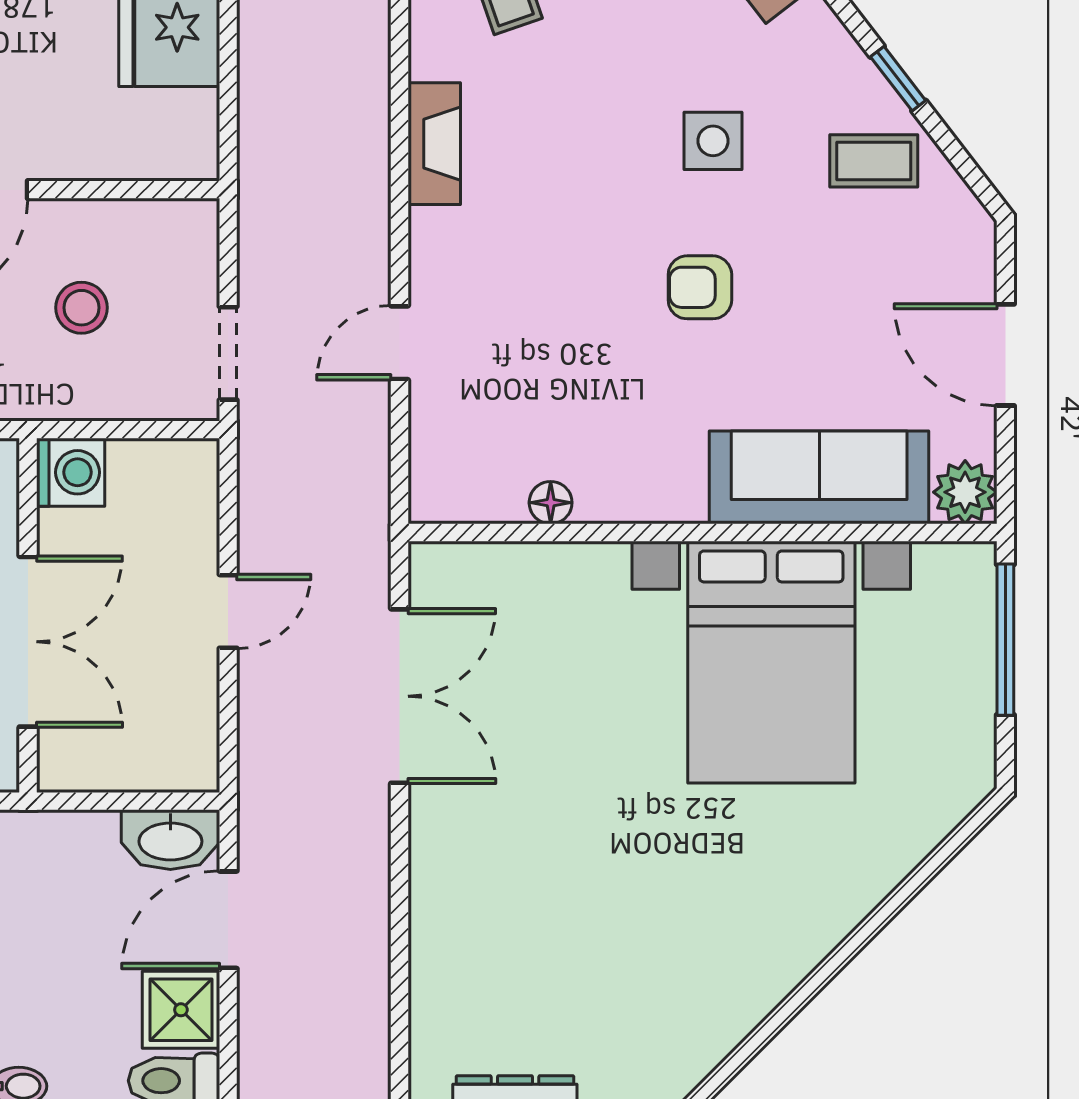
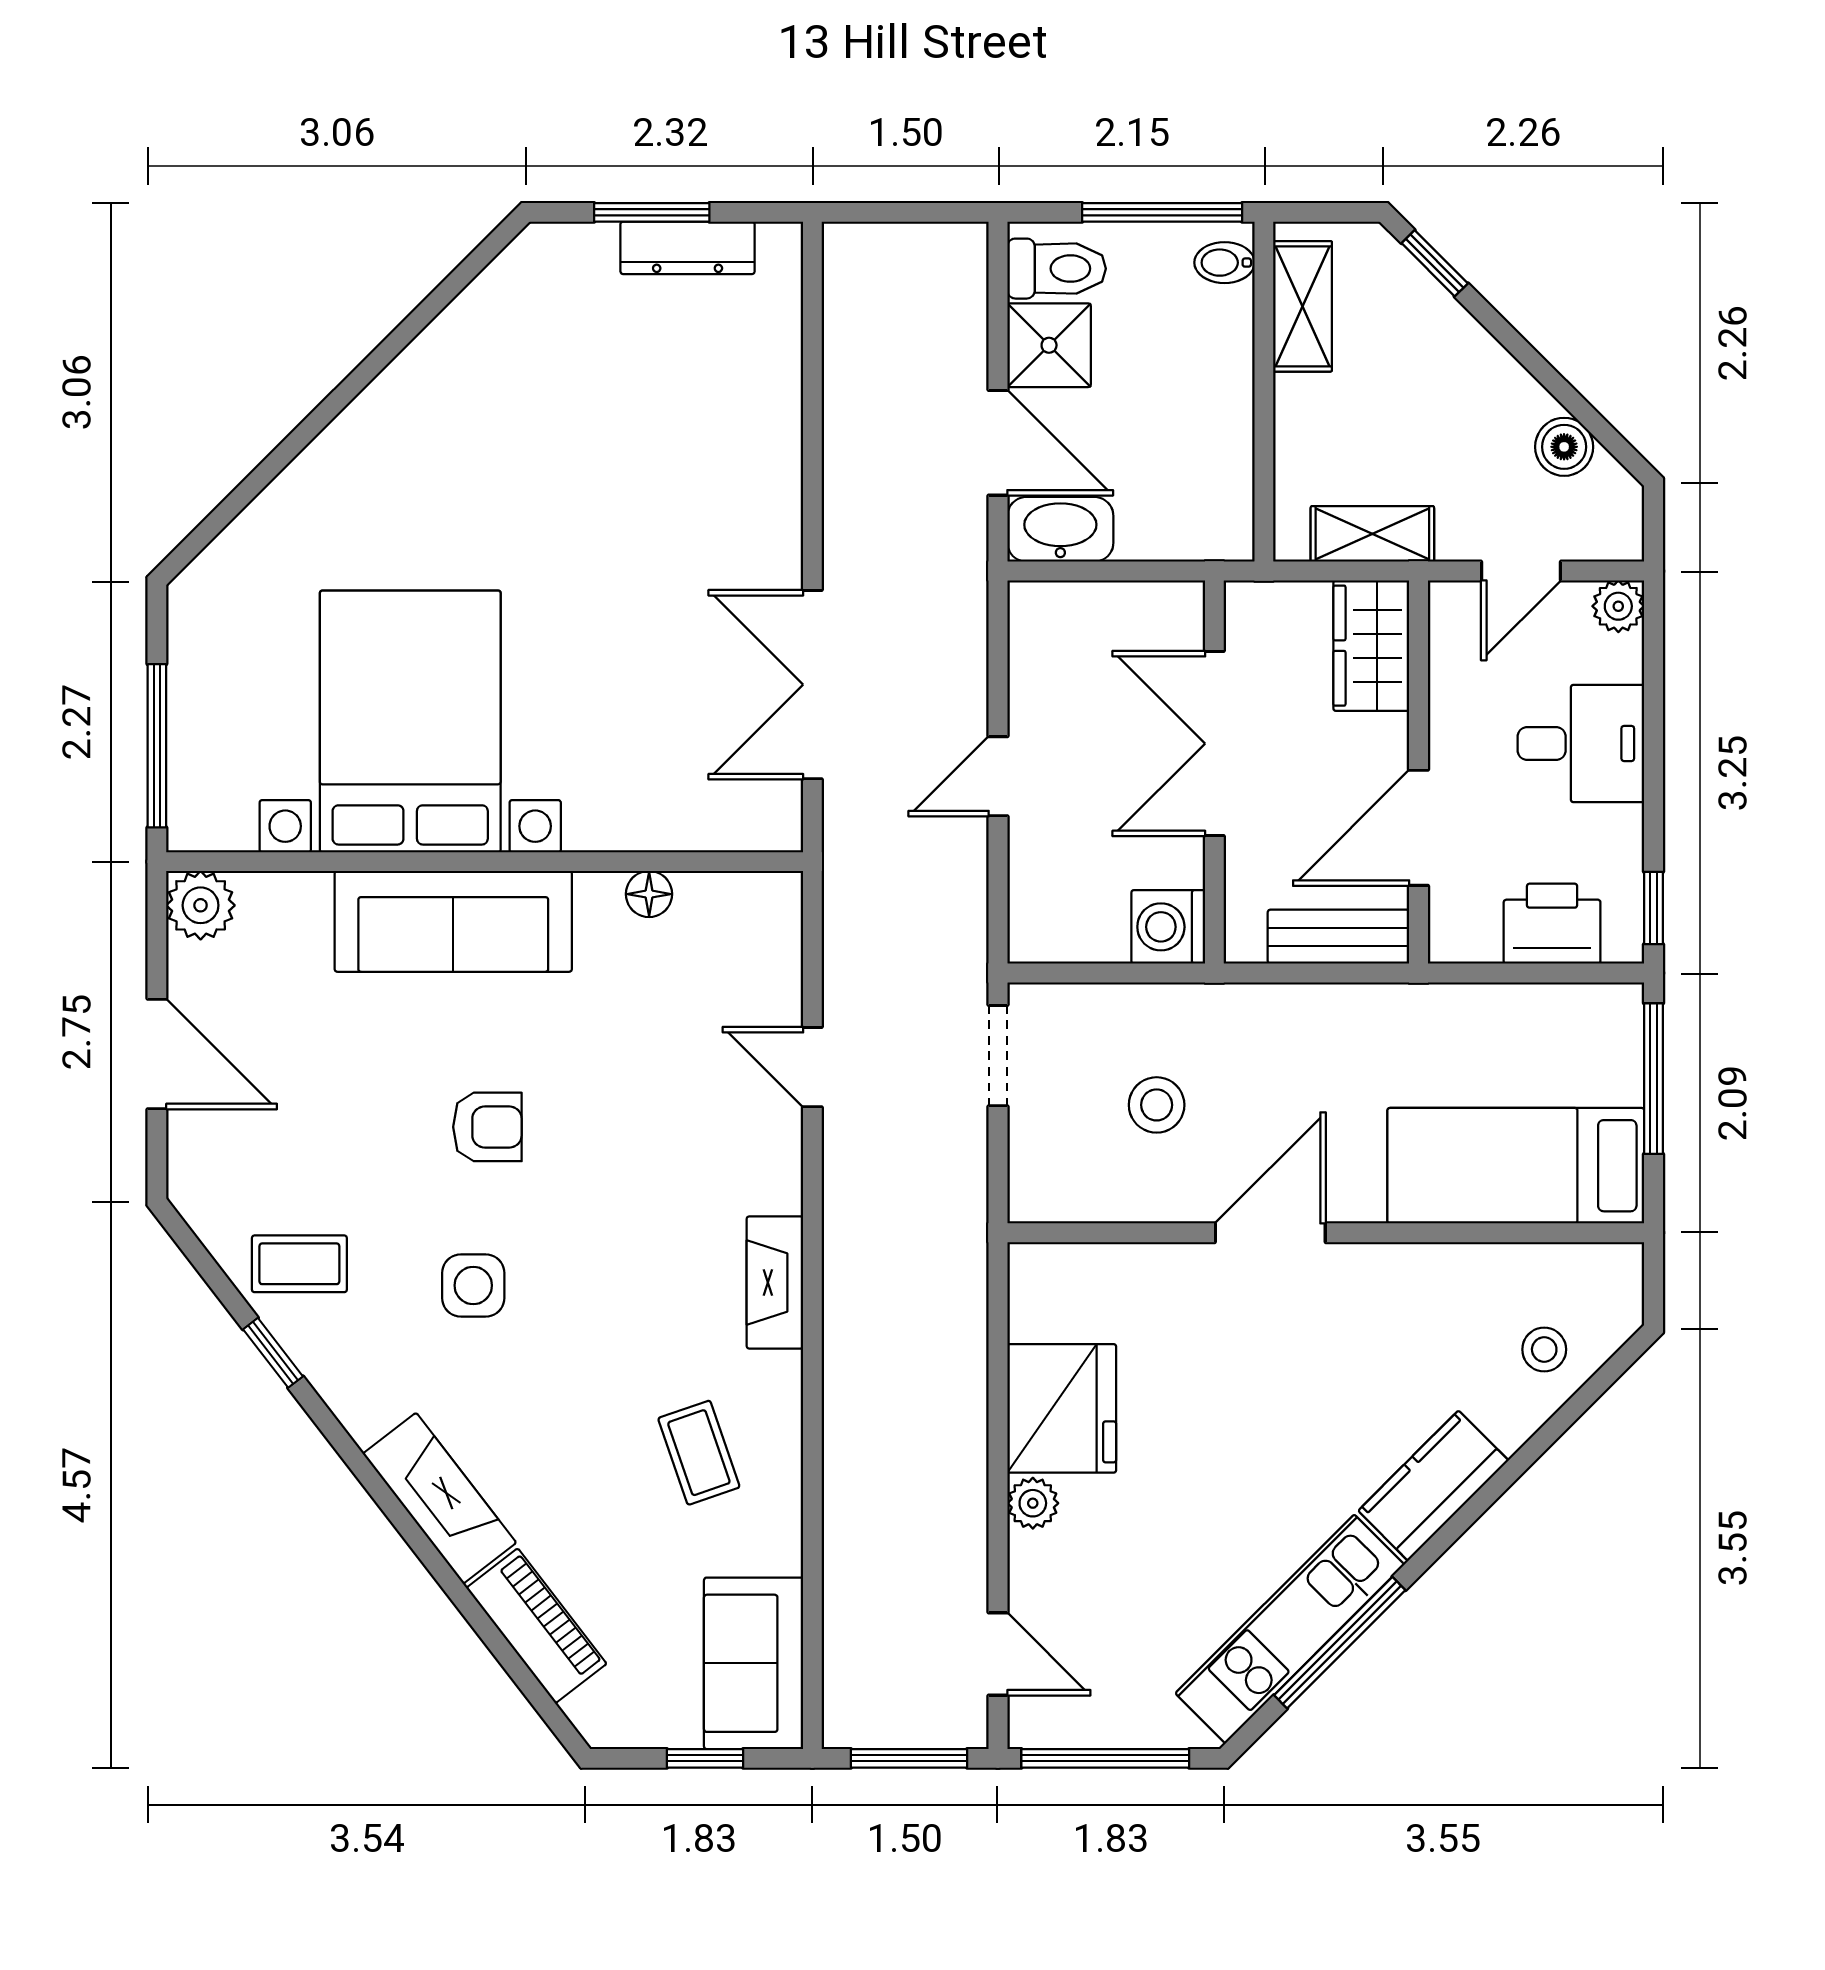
door: (400, 343) -> (812, 1067), swing flipped
sofa: (819, 477) -> (453, 921), moved
door: (228, 920) -> (998, 443), hinge flipped

